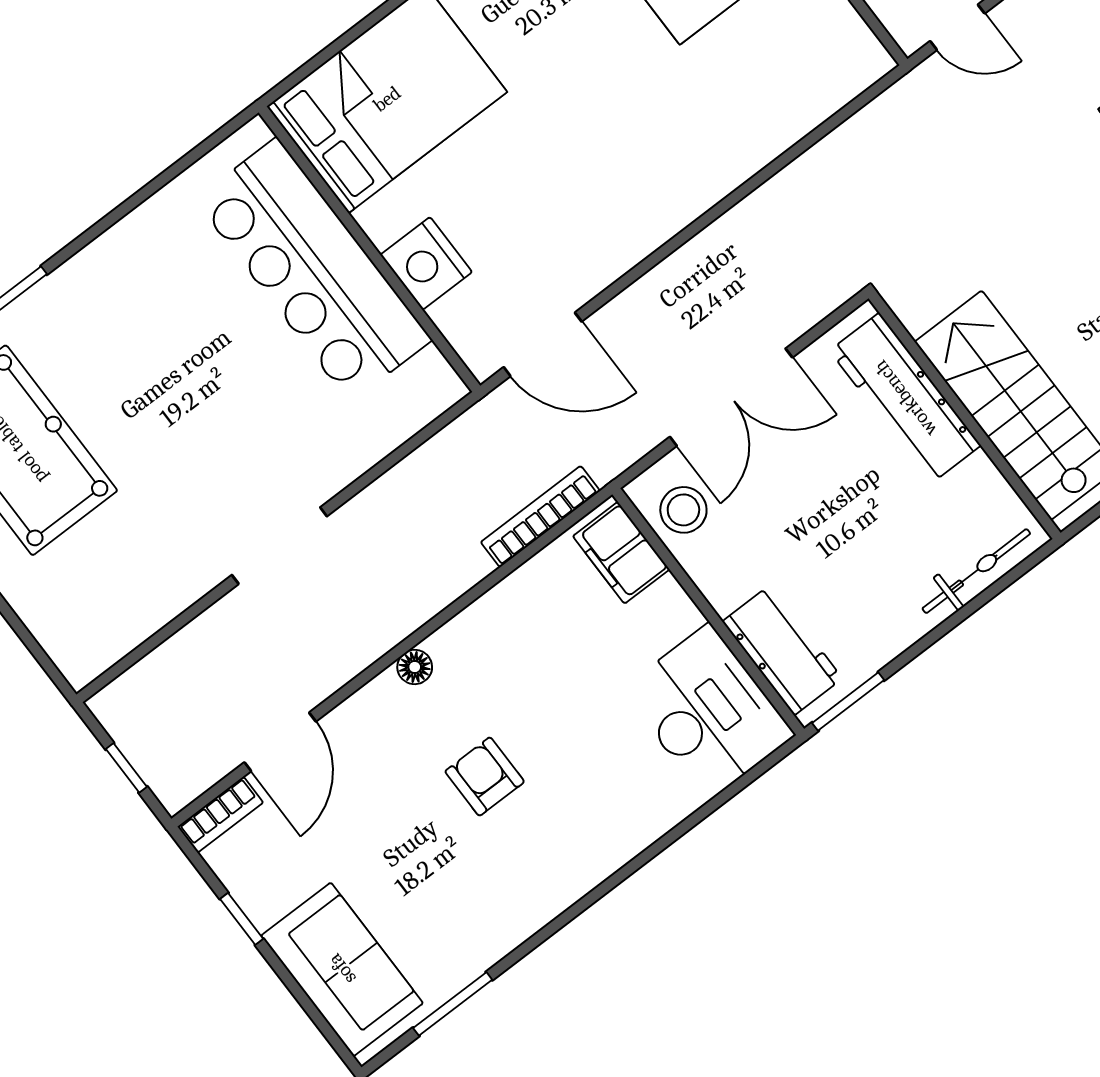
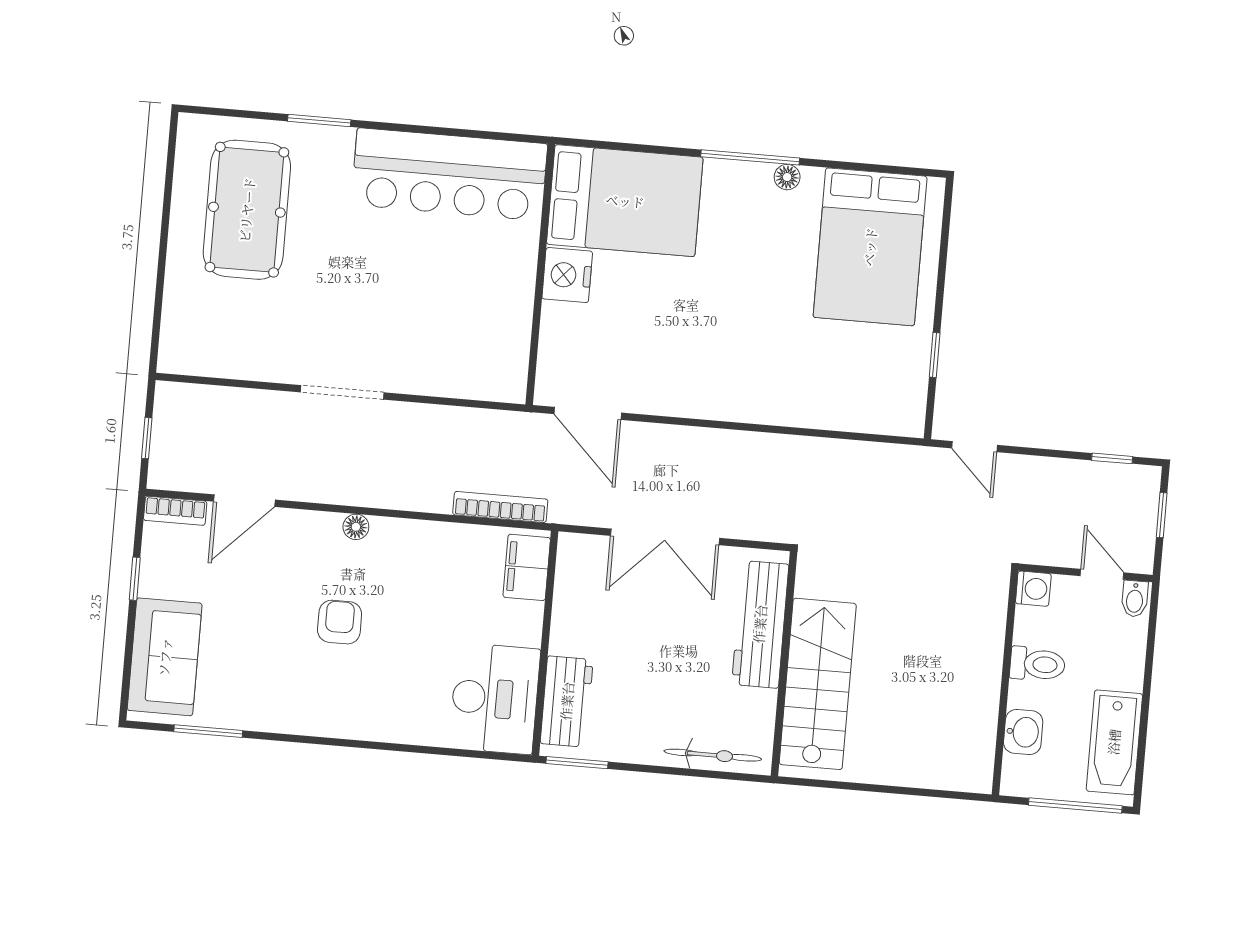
nightstand: (426, 263) -> (567, 275), moved
bar counter: (313, 270) -> (449, 174), moved, turned -90
stool: (683, 510) -> (582, 575), removed

